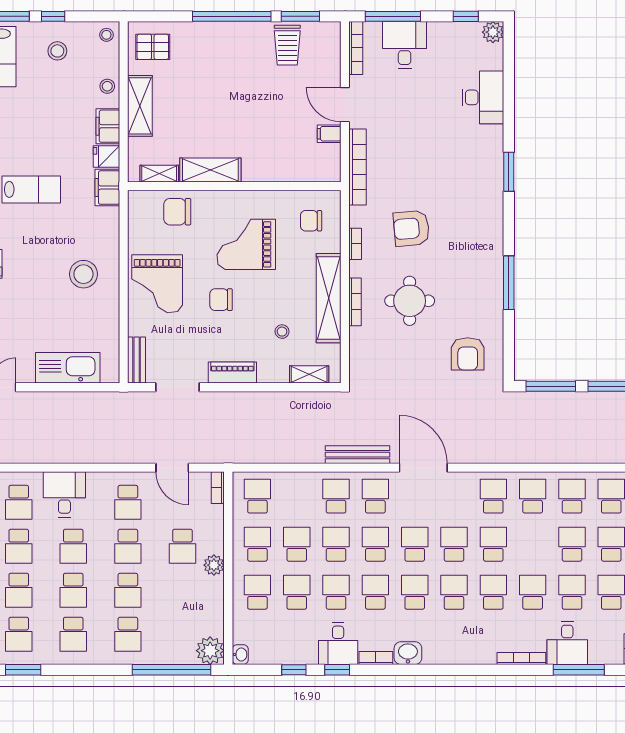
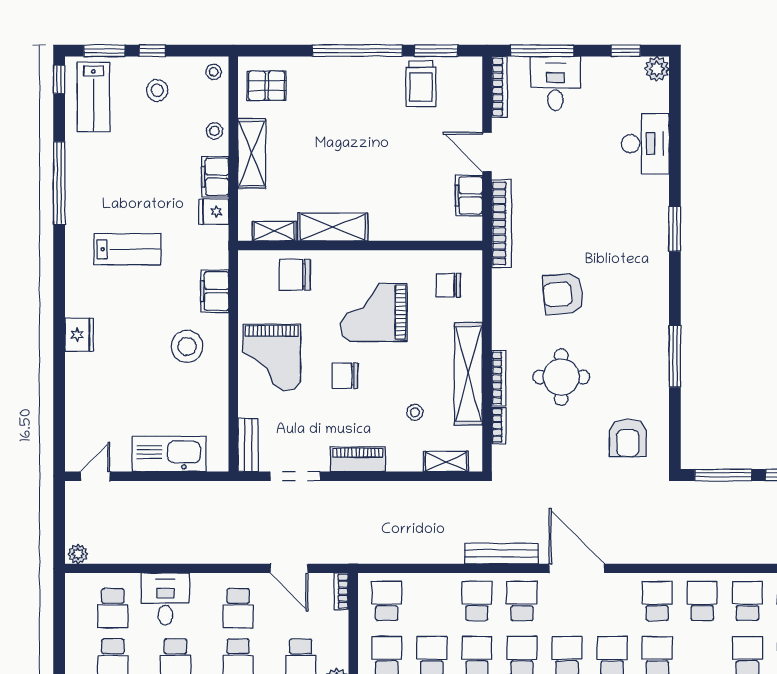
filing cabinet: (329, 134) -> (469, 195), width x2.00
filing cabinet: (107, 188) -> (215, 291), moved
bookcase: (355, 244) -> (499, 425), moved

